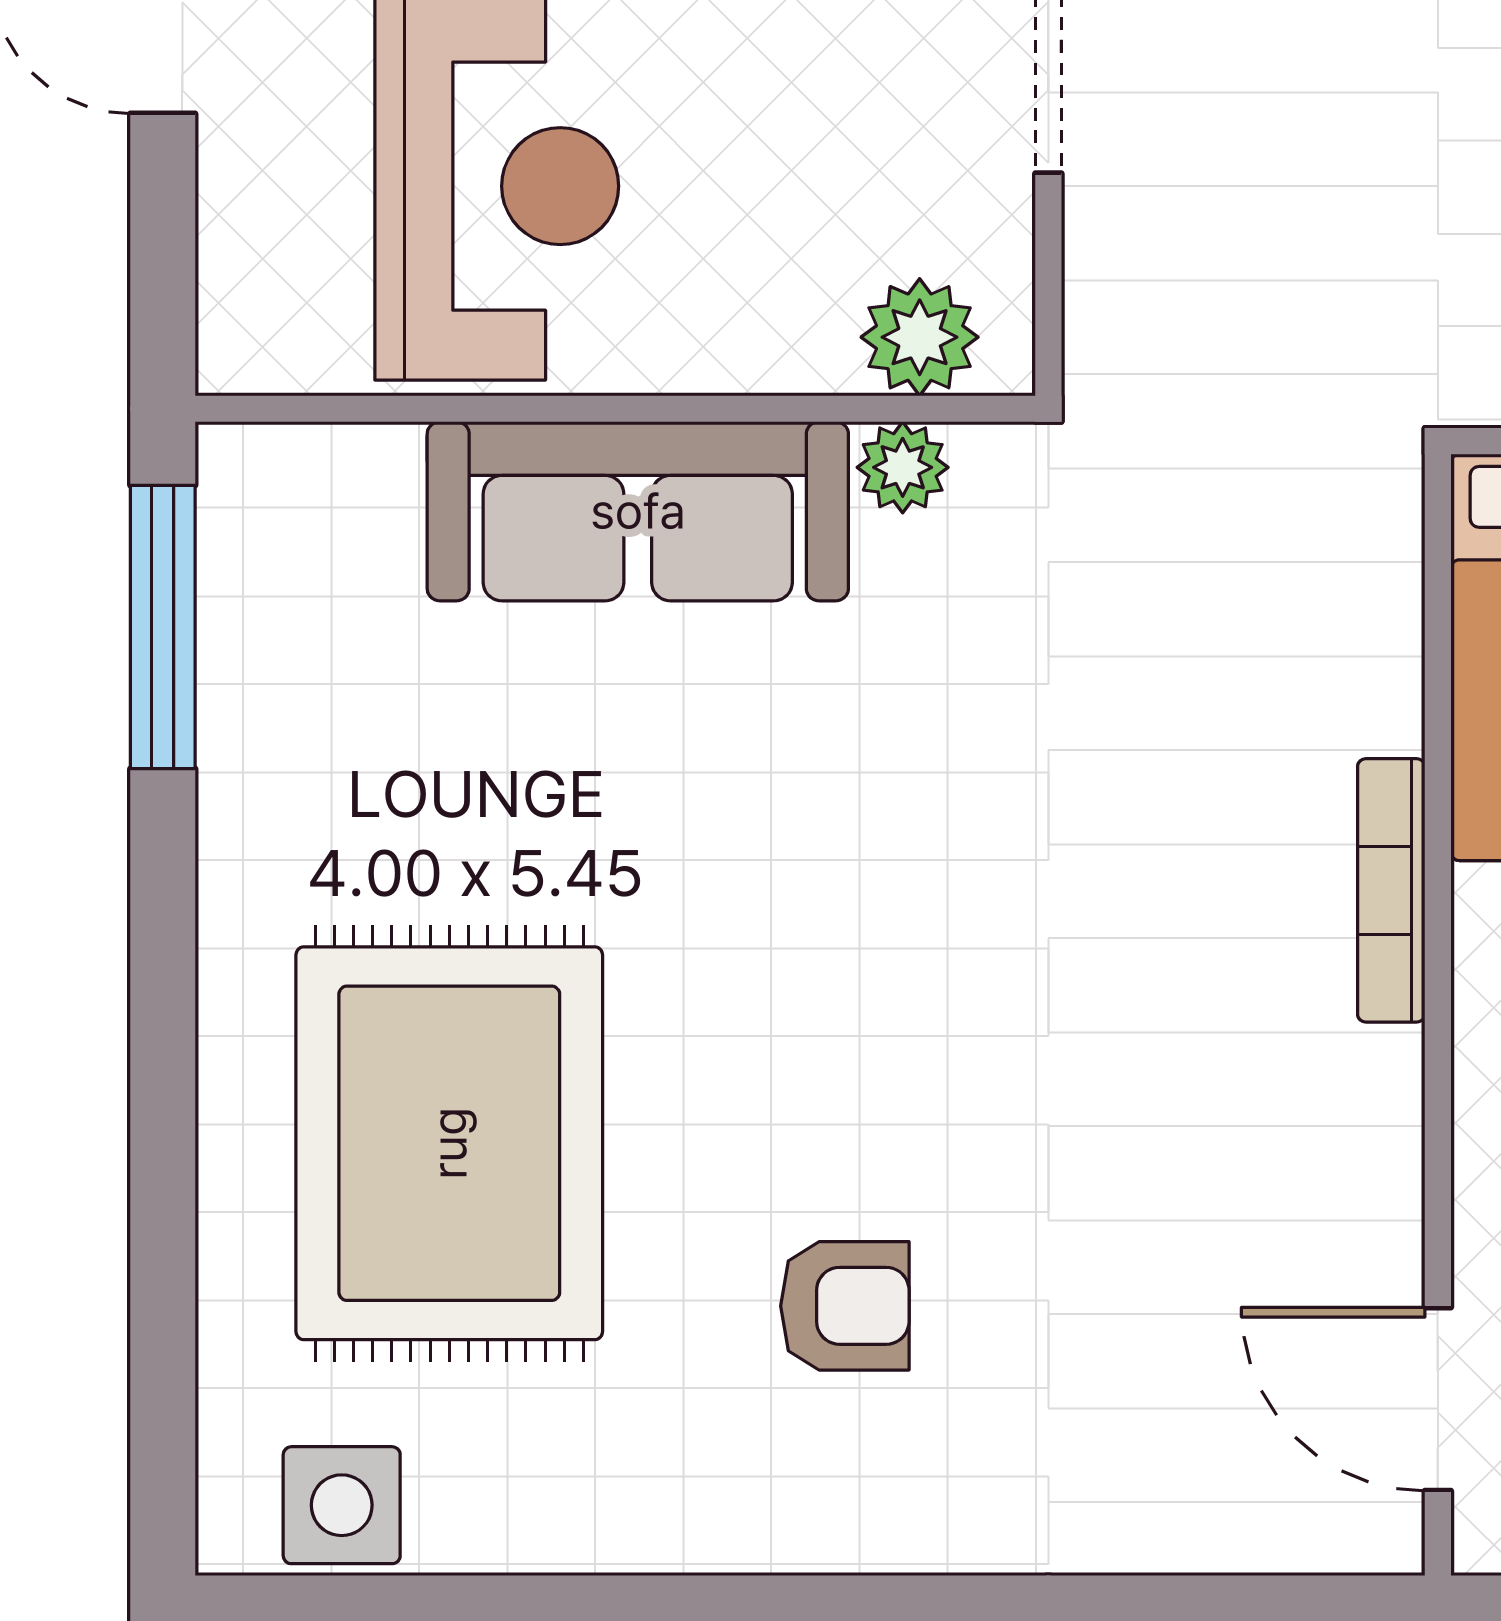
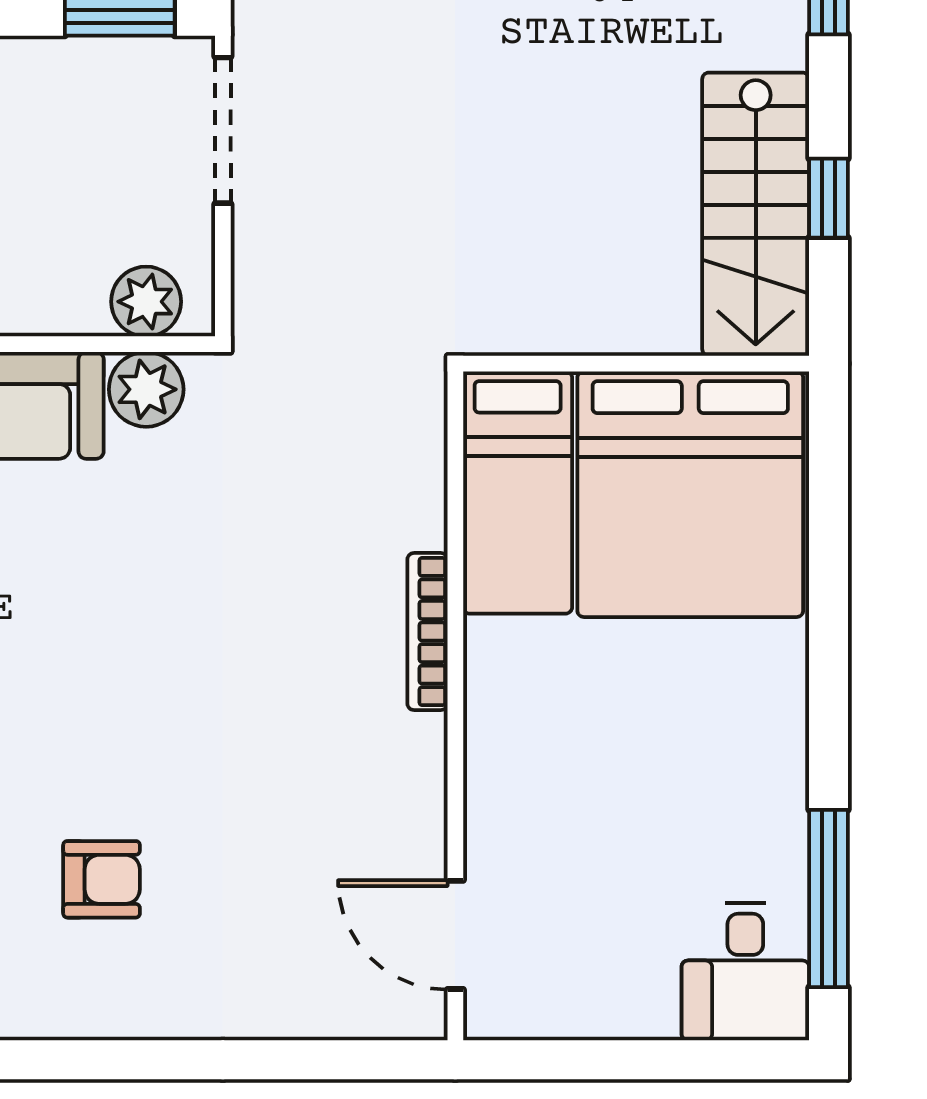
plant: (903, 467) -> (146, 389), width x1.38, depth x1.38

